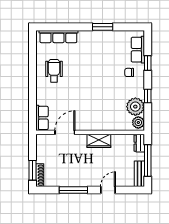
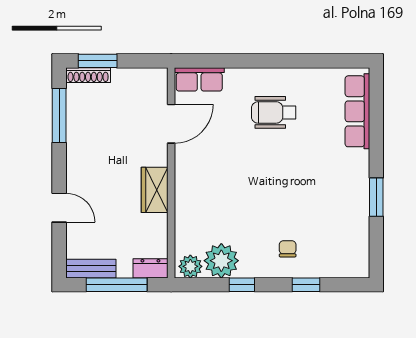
row of seats: (138, 50) -> (332, 266), removed
wheelchair: (54, 71) -> (274, 112), moved, turned 180
door: (65, 132) -> (171, 124), hinge flipped
window: (73, 190) -> (59, 116), moved

